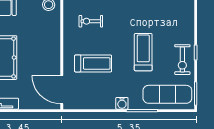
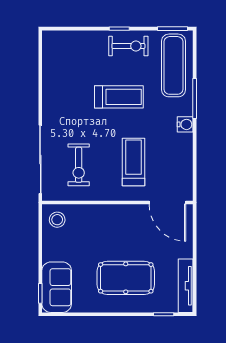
exercise bike: (91, 21) -> (79, 165), width x1.38, depth x1.39
treadmill: (143, 52) -> (119, 97), turned 180
door: (62, 90) -> (167, 203), hinge flipped

